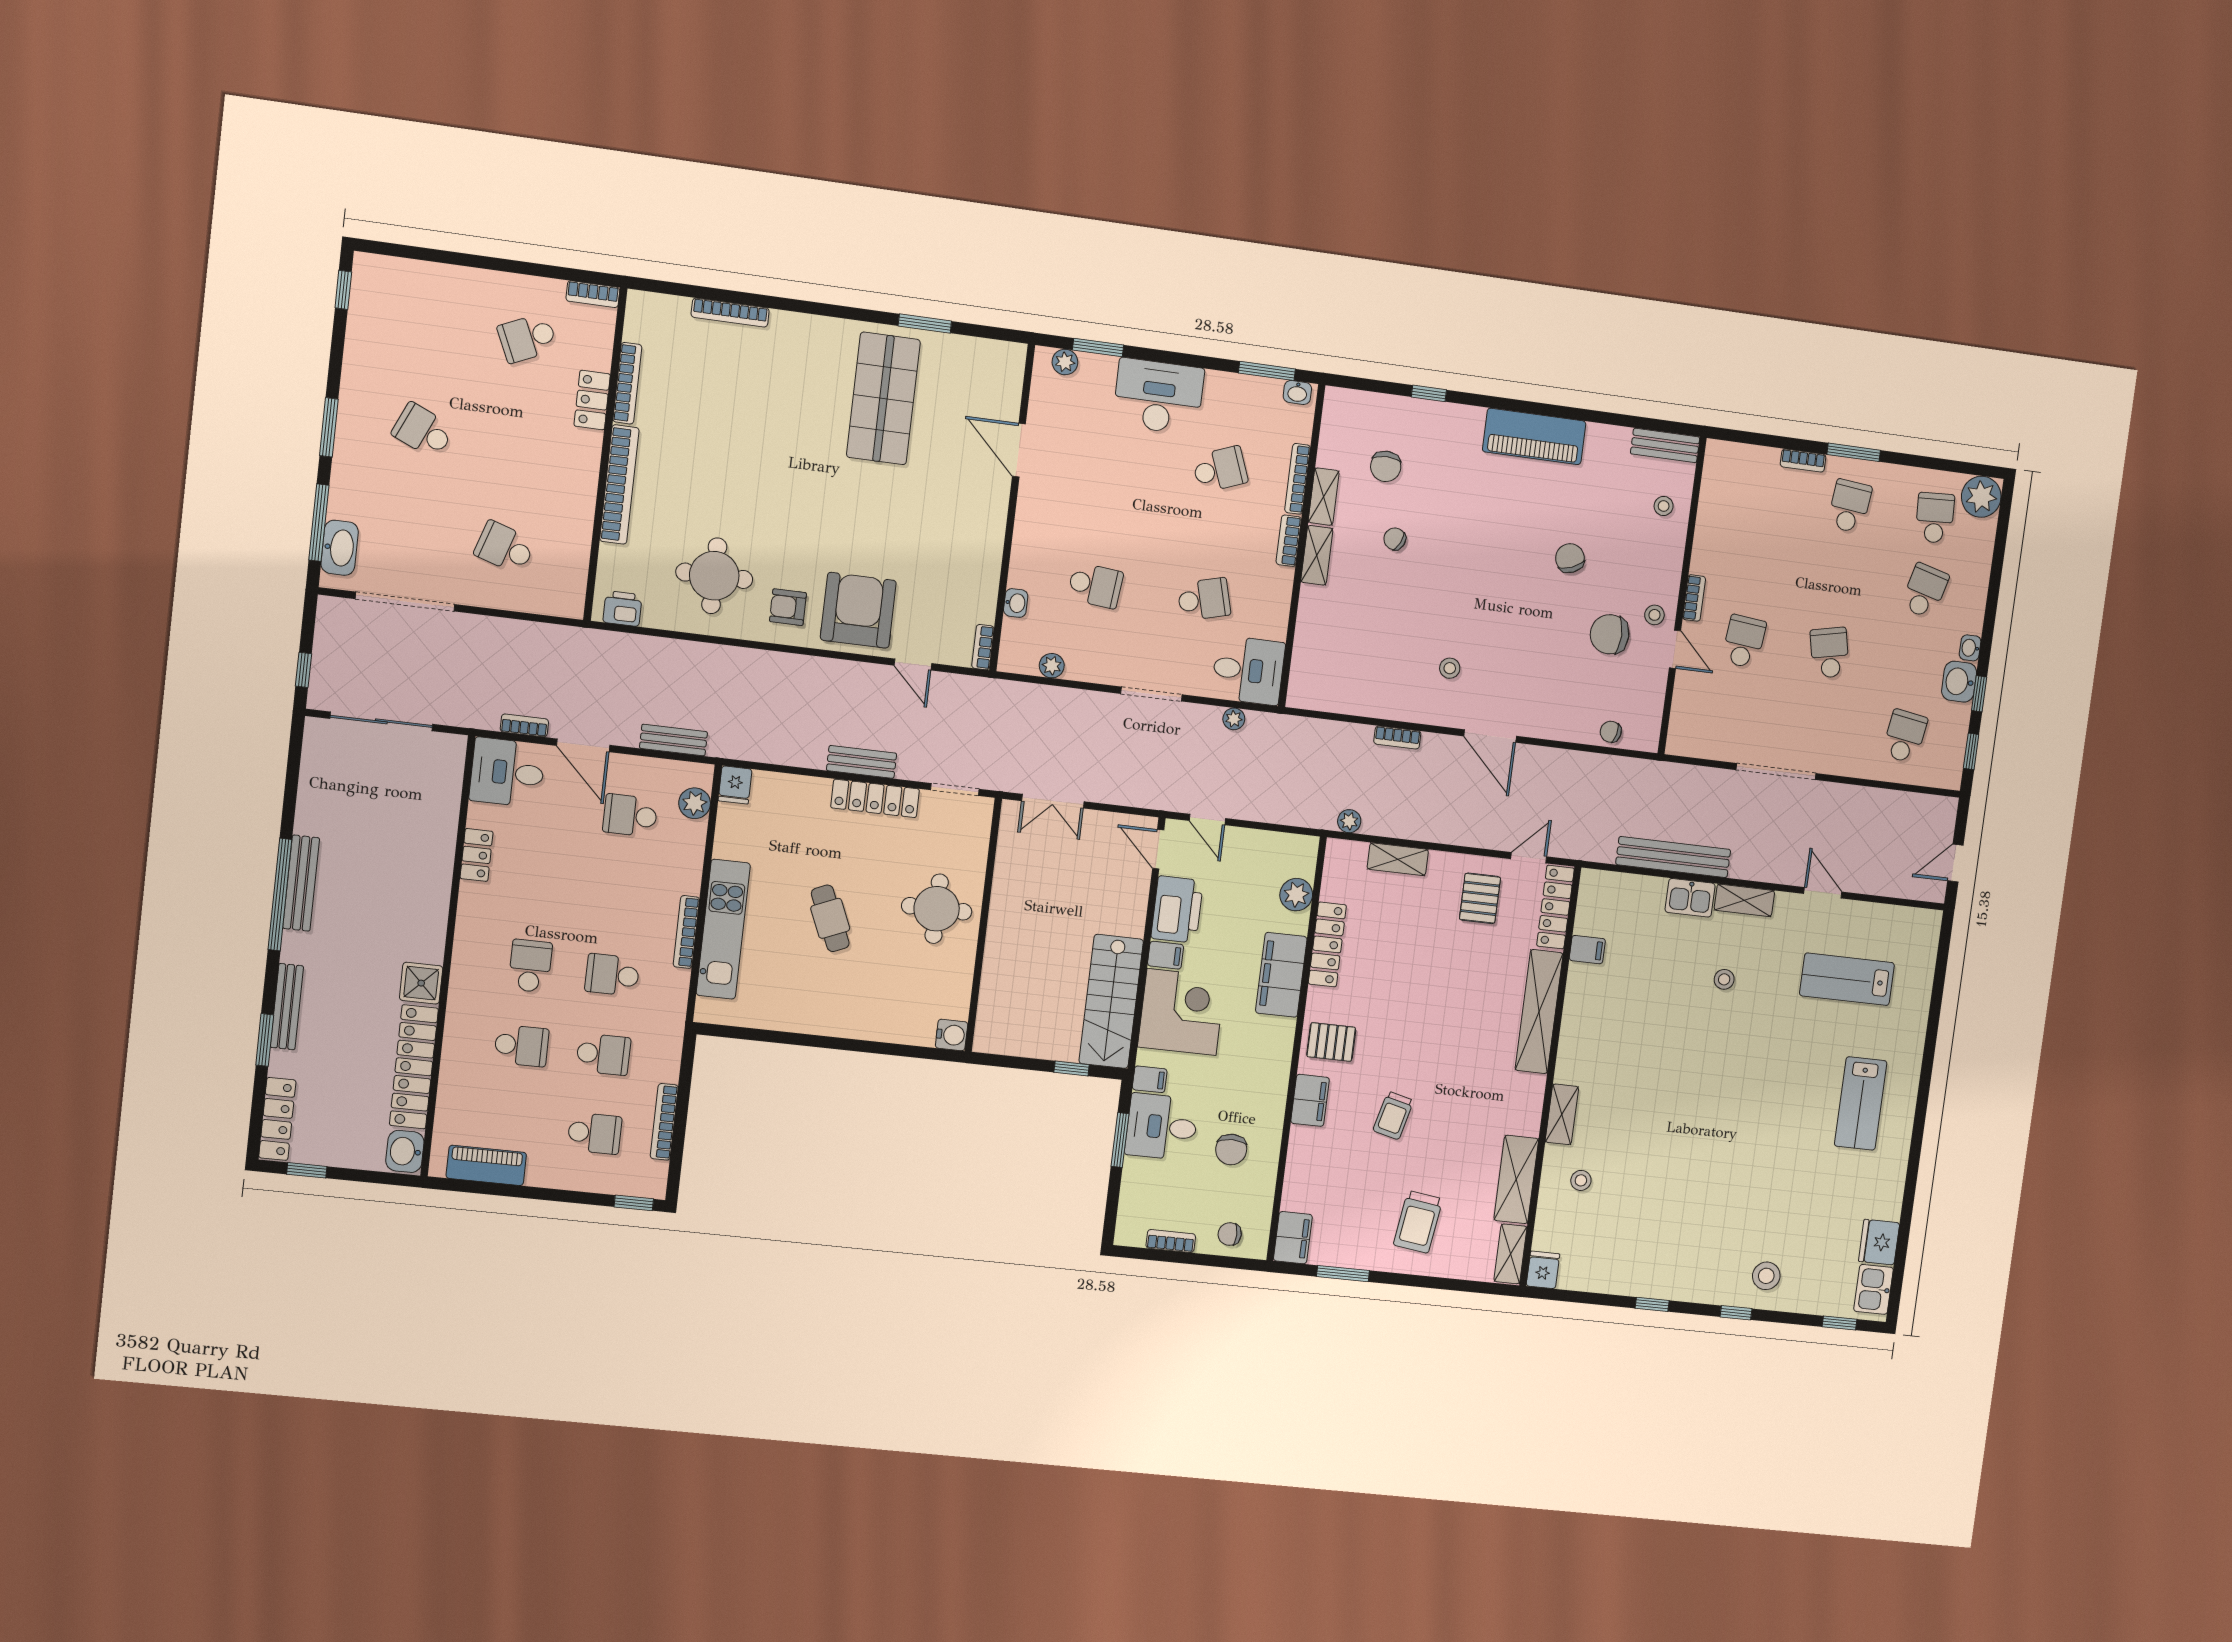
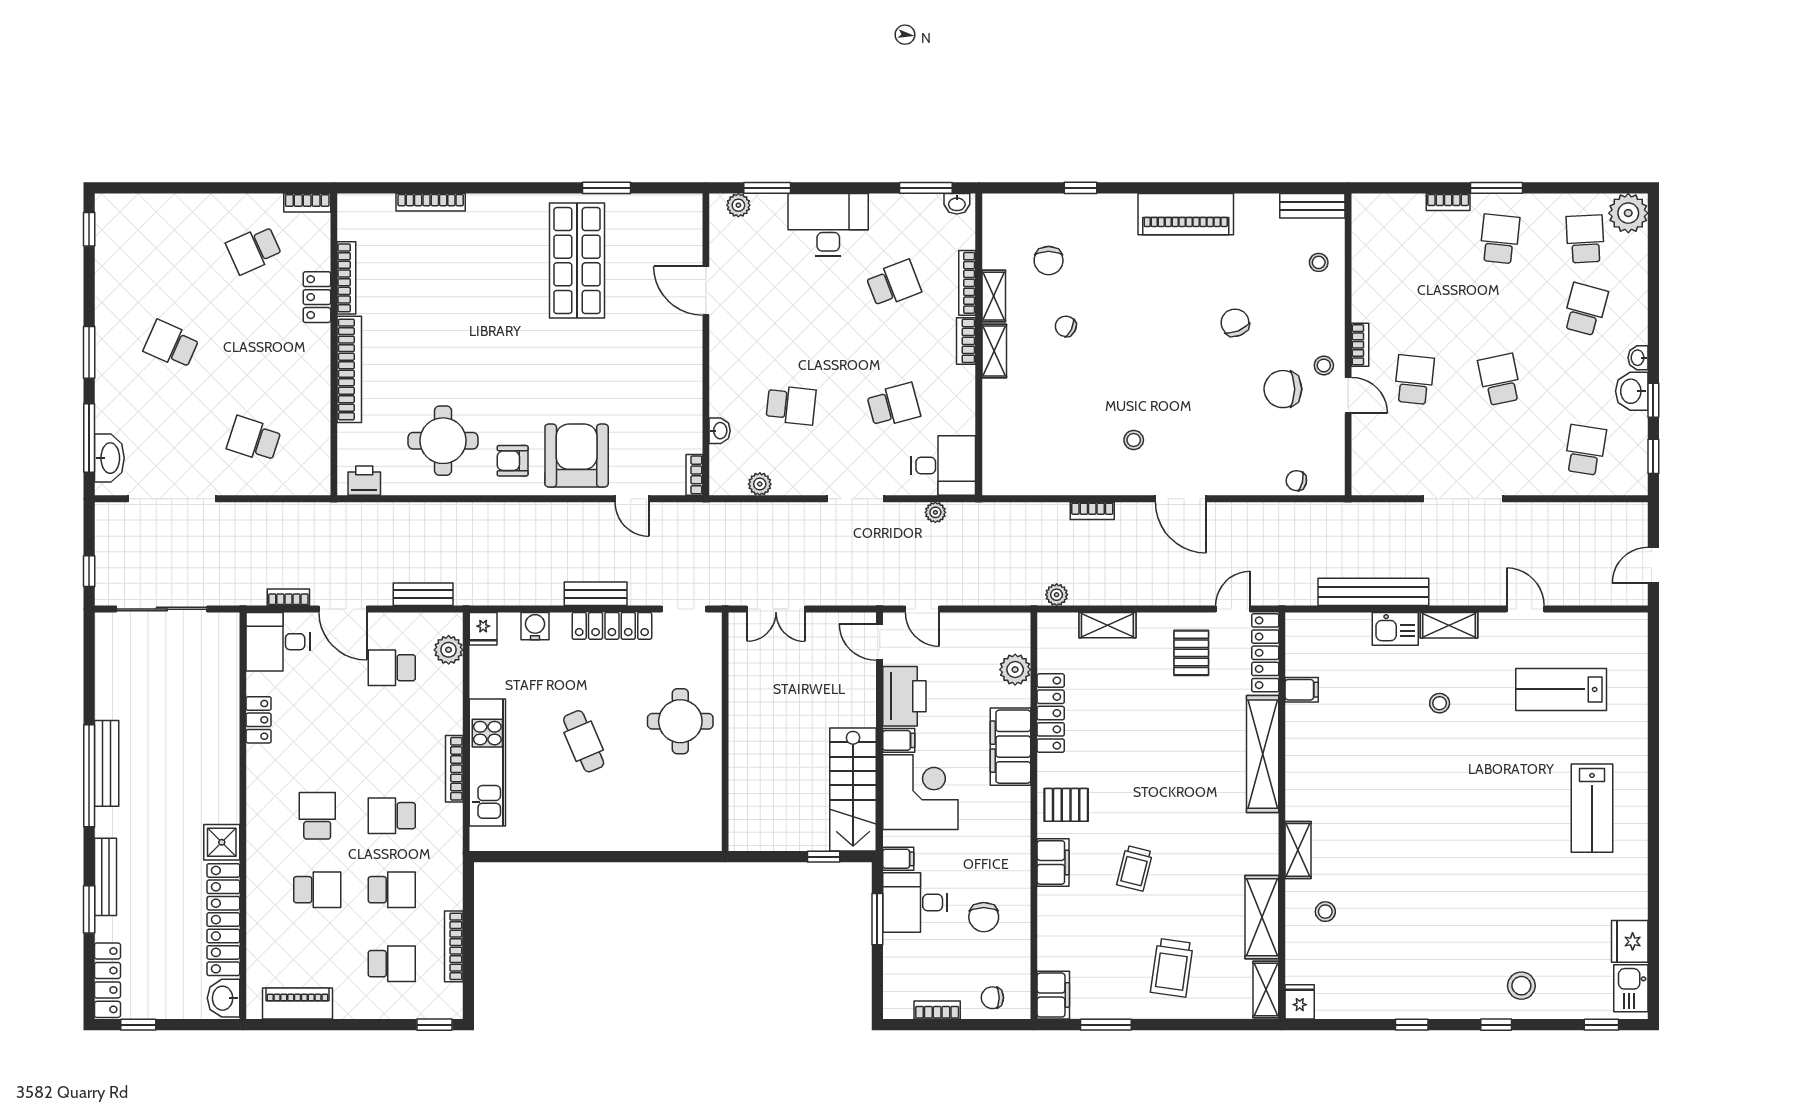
water cooler: (952, 1035) -> (535, 626), moved, turned -90

